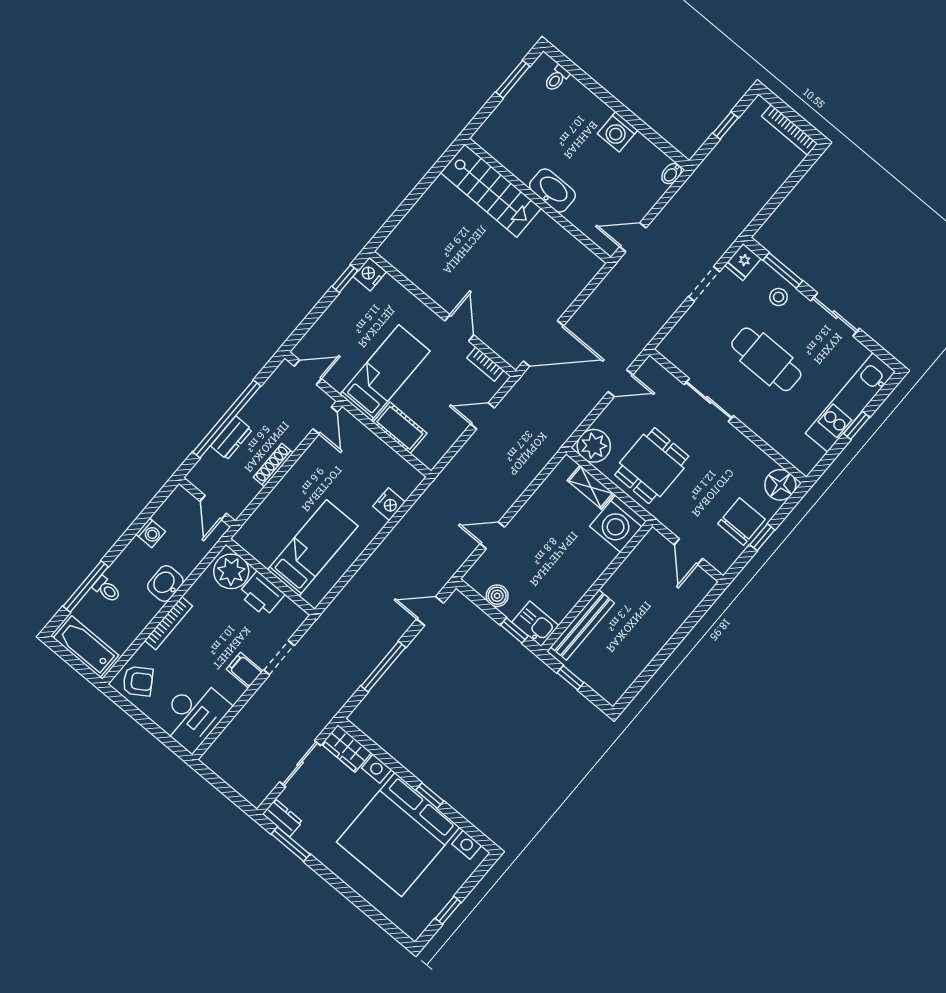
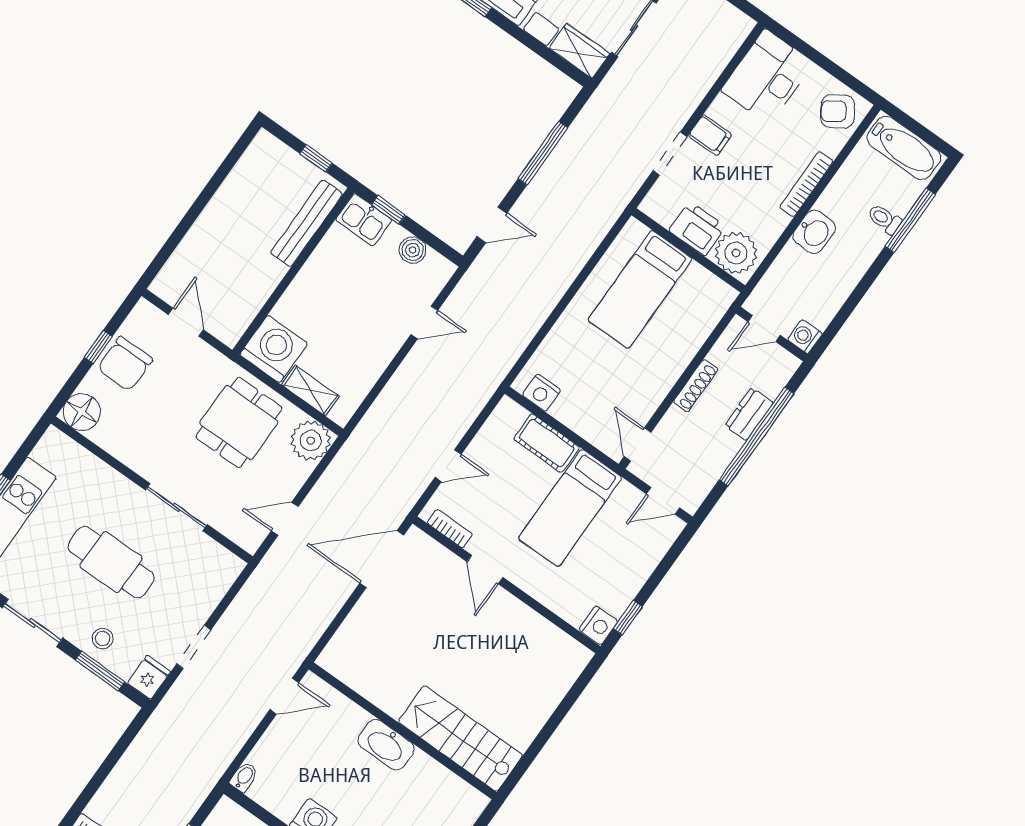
nightstand: (389, 504) -> (541, 393), moved, turned -90
door: (213, 507) -> (764, 328), swing flipped
washing machine: (151, 533) -> (805, 337), moved

